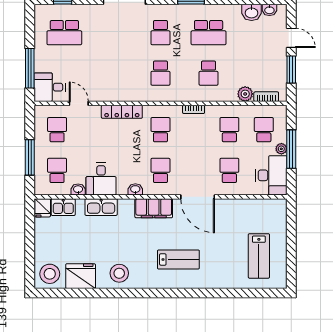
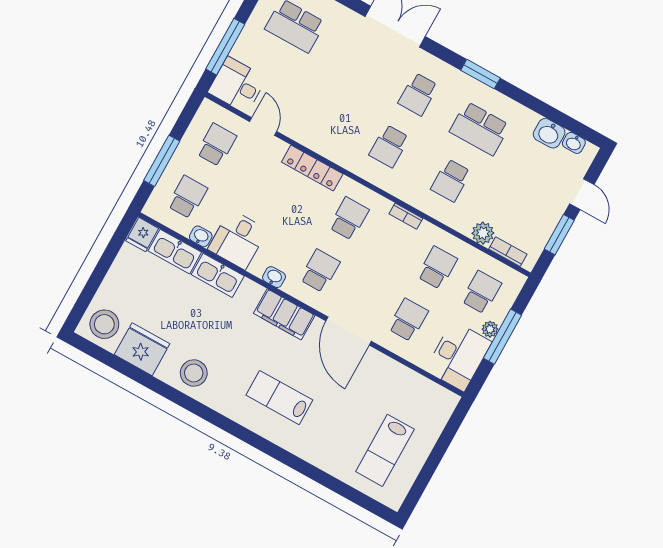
kitchen sink: (63, 207) -> (175, 252), width x1.38
lab bench: (178, 259) -> (279, 398), turned 180

